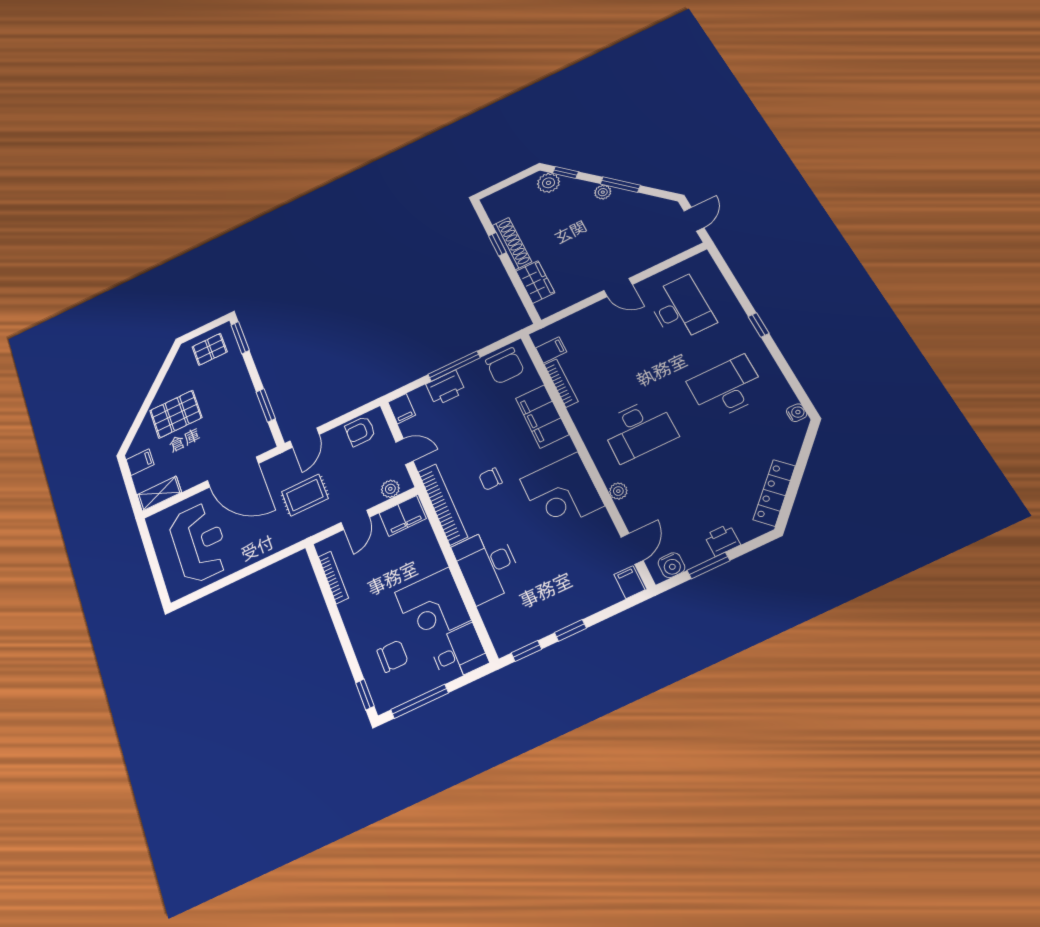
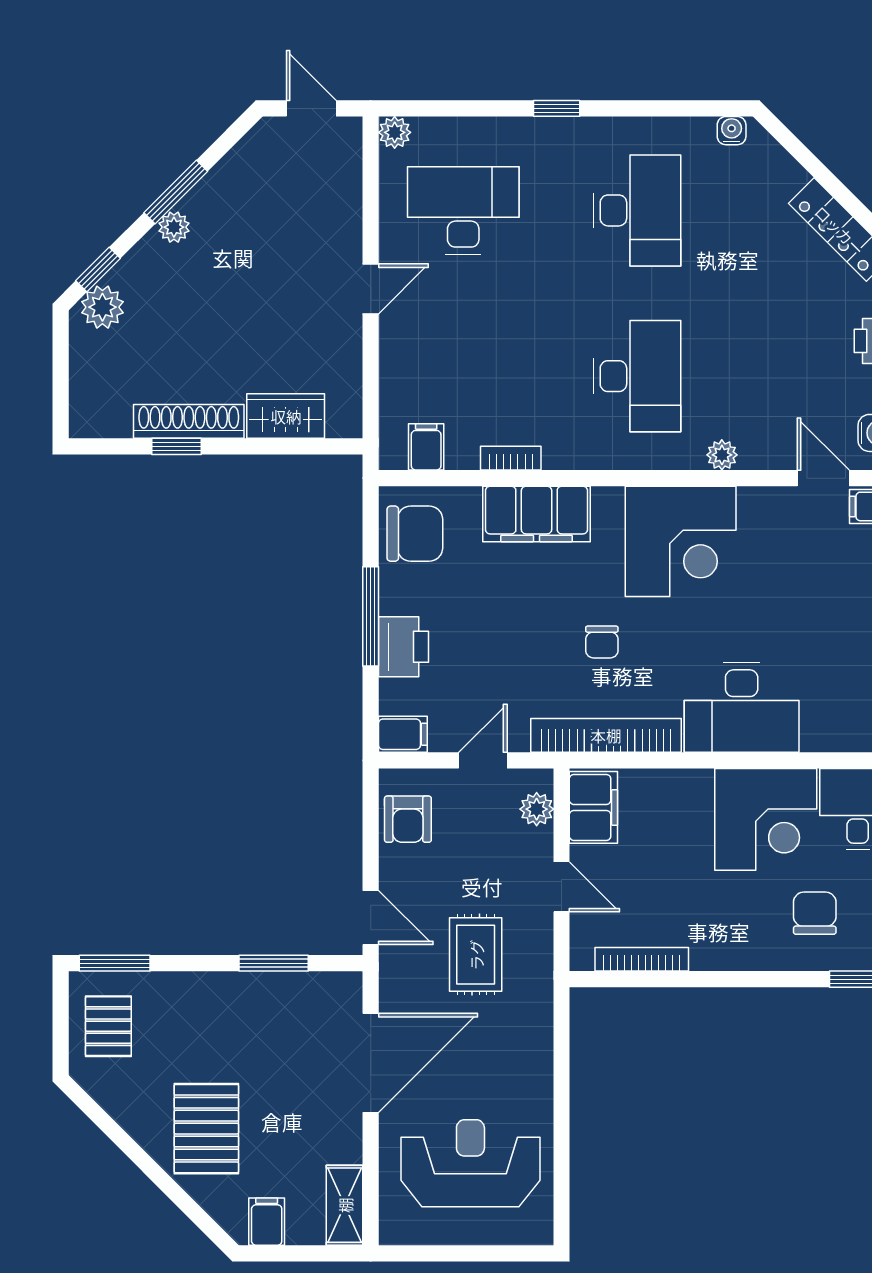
plant: (703, 260) -> (395, 132), added
bookcase: (561, 383) -> (511, 458), width x0.64
desk: (727, 388) -> (637, 210), turned 180

